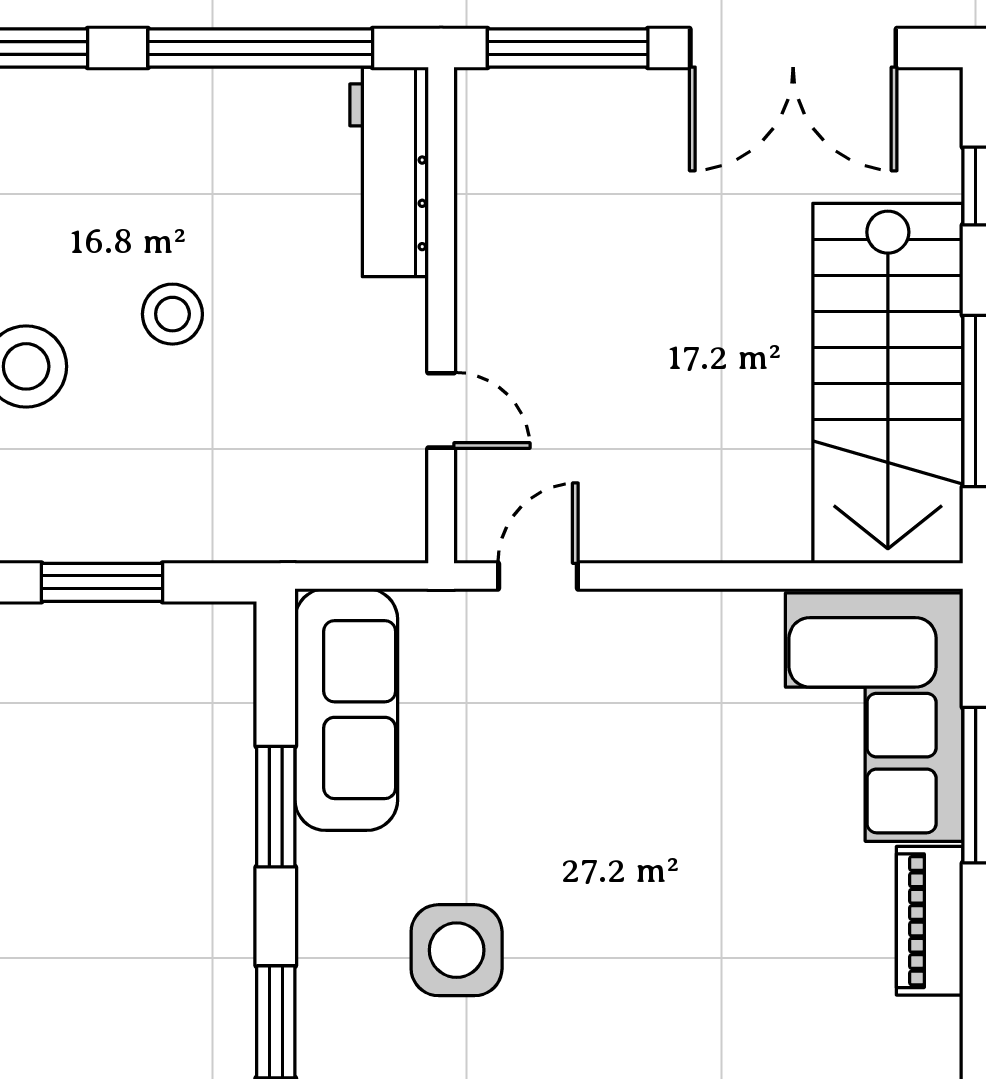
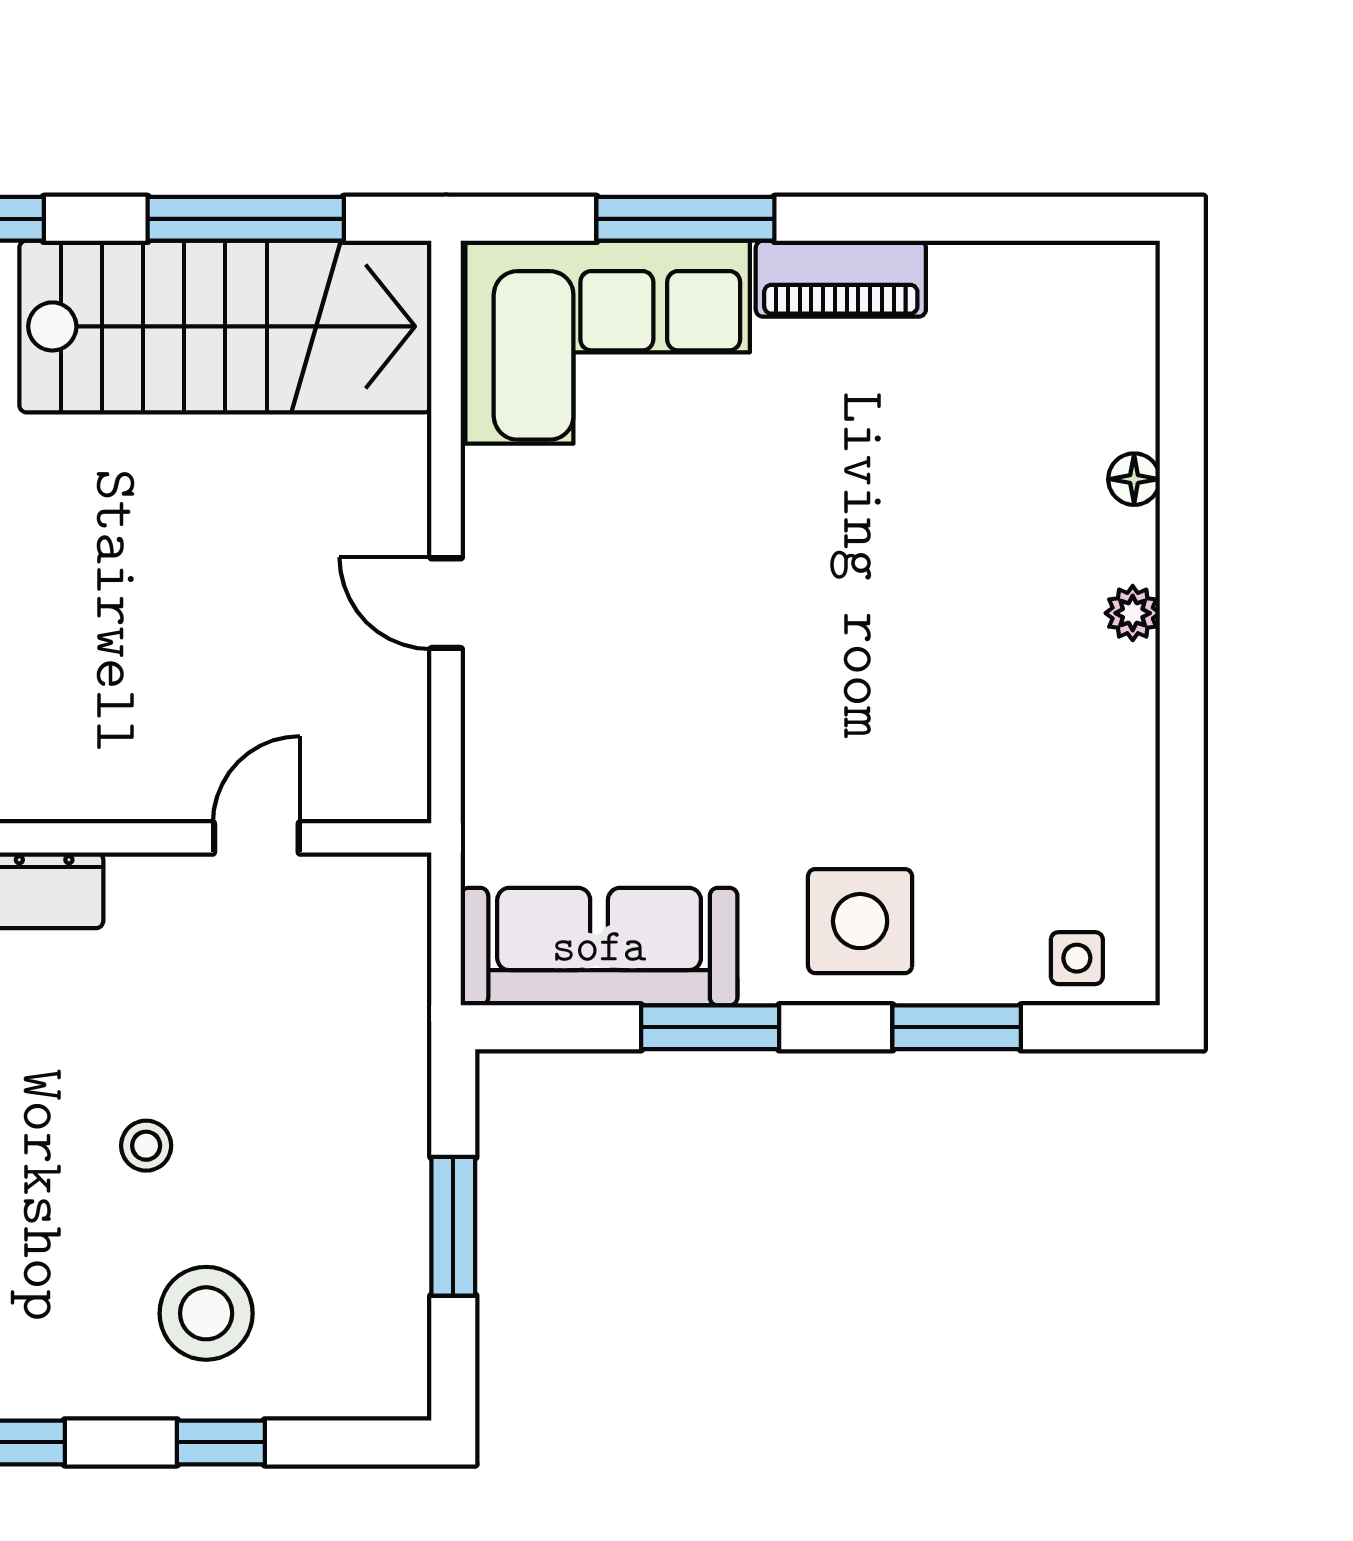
stool: (172, 314) -> (146, 1146), width x0.73, depth x0.73
door: (538, 576) -> (446, 603), moved
side table: (457, 950) -> (860, 921), moved

